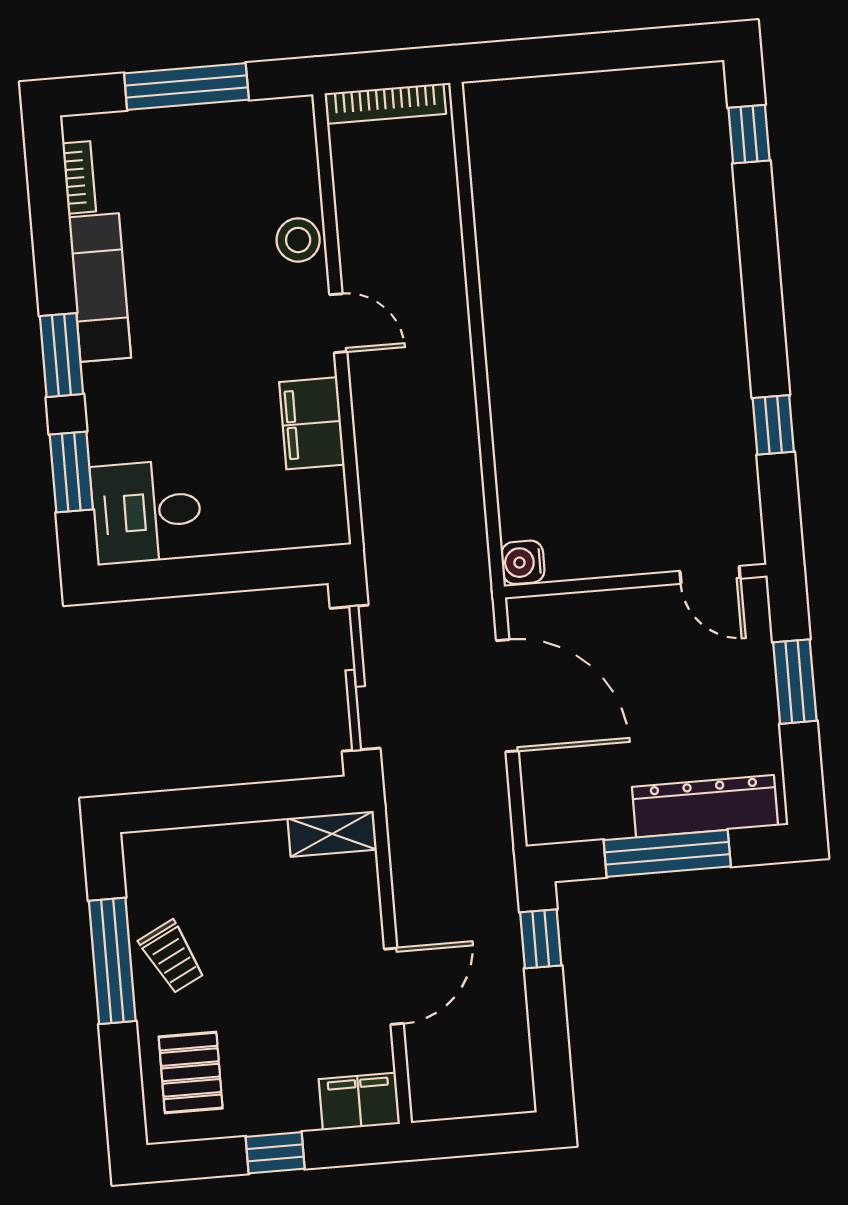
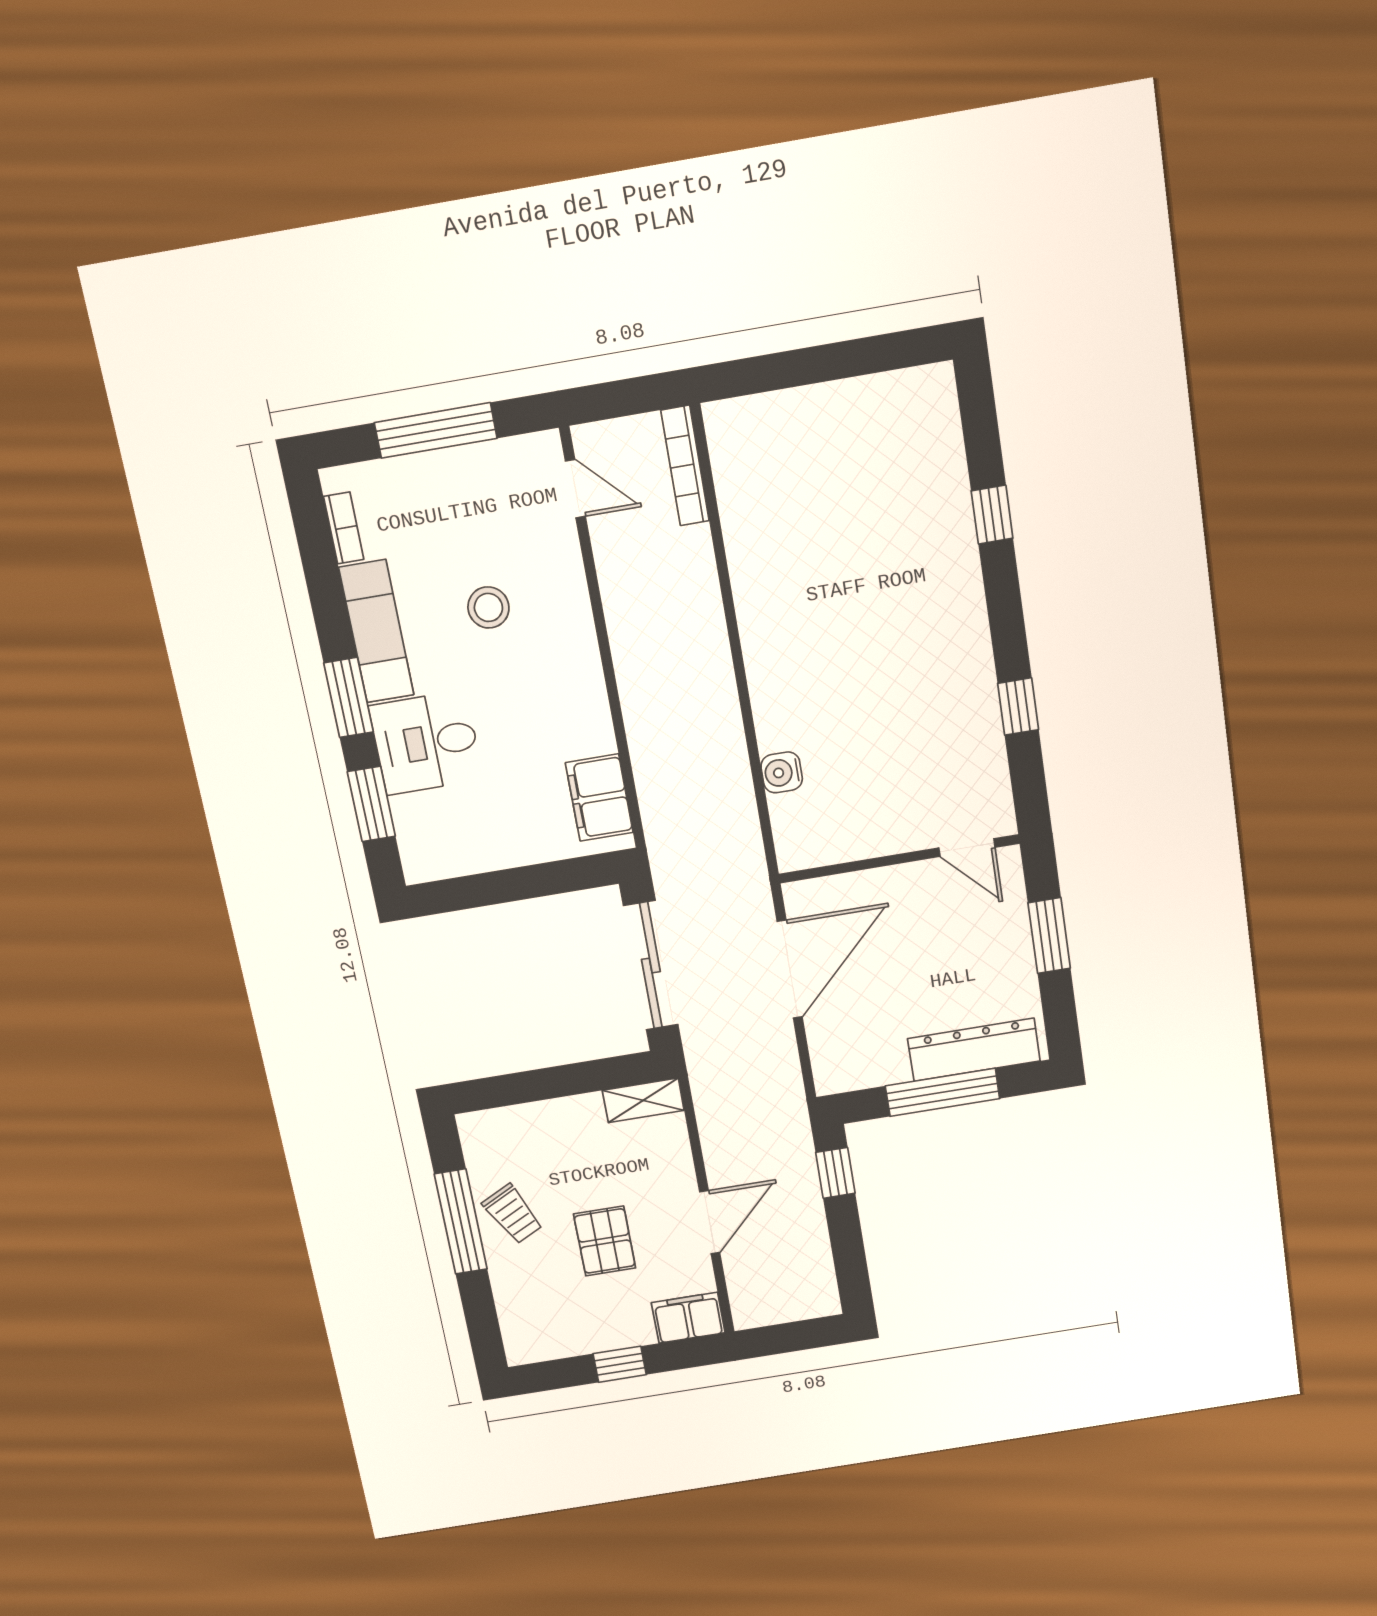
bookcase: (385, 104) -> (685, 466), moved, turned 90
window: (749, 134) -> (992, 515), moved
stool: (298, 240) -> (488, 607), moved
door: (338, 323) -> (575, 489), moved
filing cabinet: (312, 423) -> (599, 798), moved
desk: (147, 512) -> (426, 743), moved
water cooler: (523, 562) -> (782, 772), moved
door: (507, 696) -> (790, 969), hinge flipped
pallet: (191, 1072) -> (605, 1241), moved

